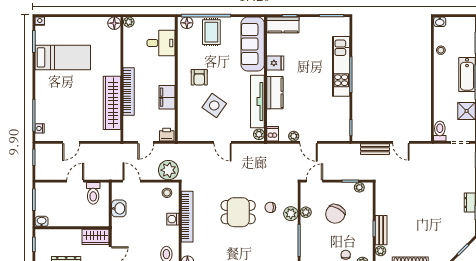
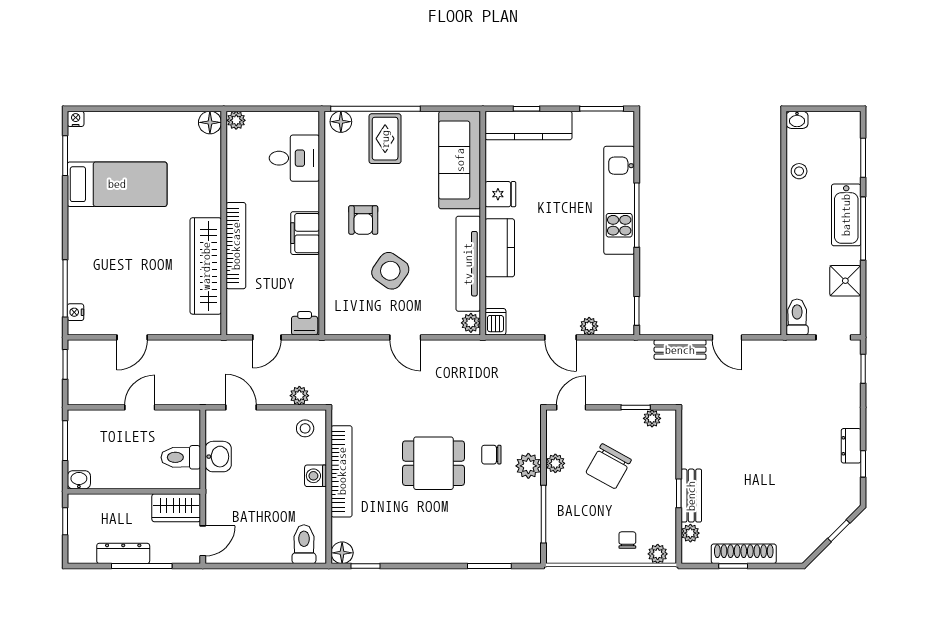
kitchen counter: (283, 25) -> (529, 125), width x1.50
filing cabinet: (167, 97) -> (305, 233), moved
plant: (294, 136) -> (589, 326), moved
plant: (168, 170) -> (299, 396), width x0.53, depth x0.53
toilet: (93, 193) -> (181, 457), moved, turned 90

